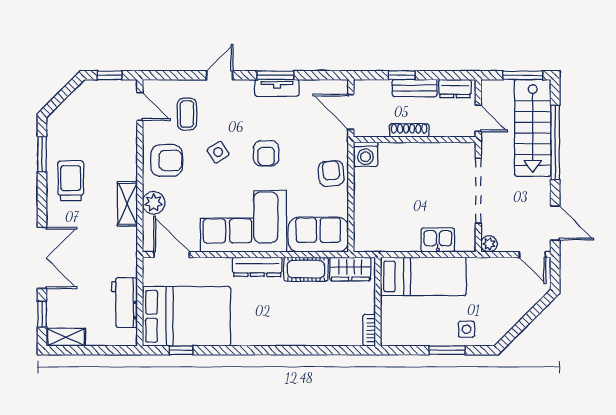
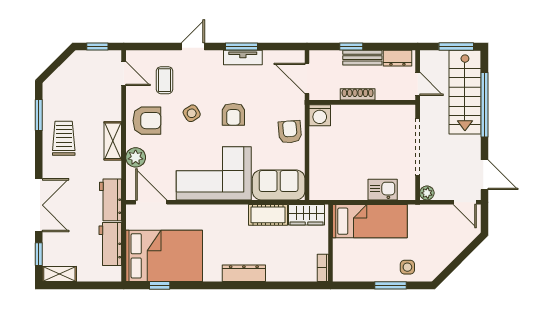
shelving: (127, 204) -> (113, 141), moved
workbench: (125, 252) -> (111, 200), added
dresser: (257, 267) -> (244, 273), moved, turned 180

